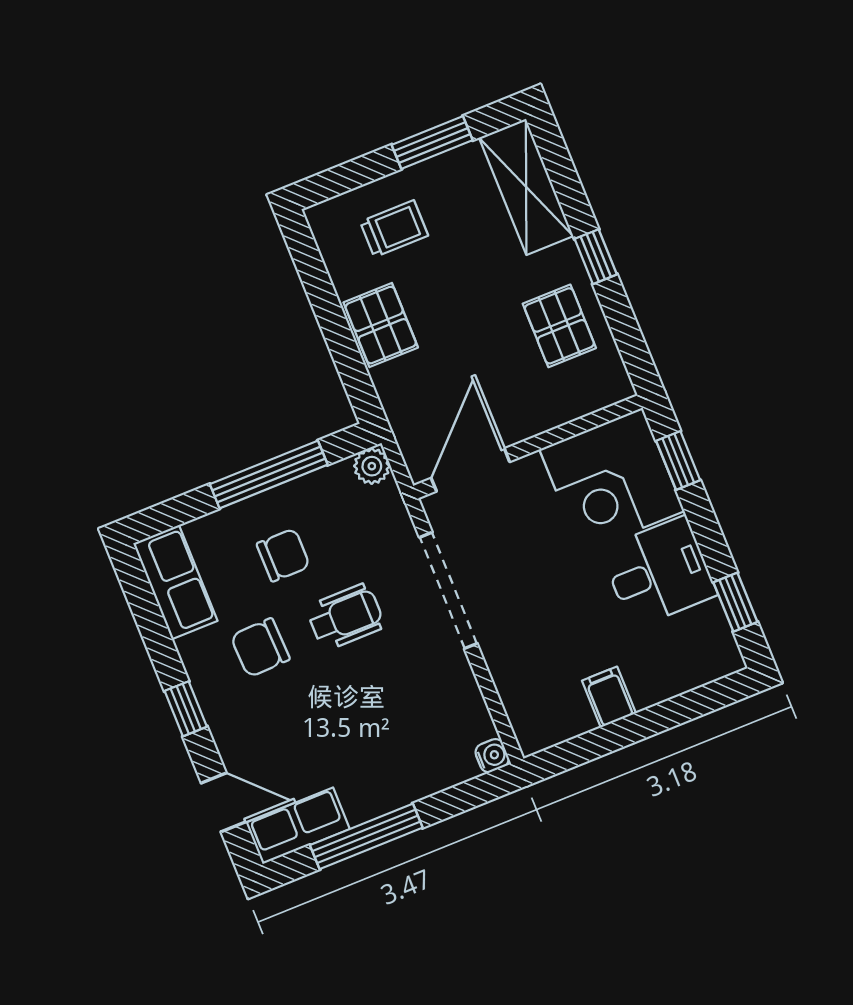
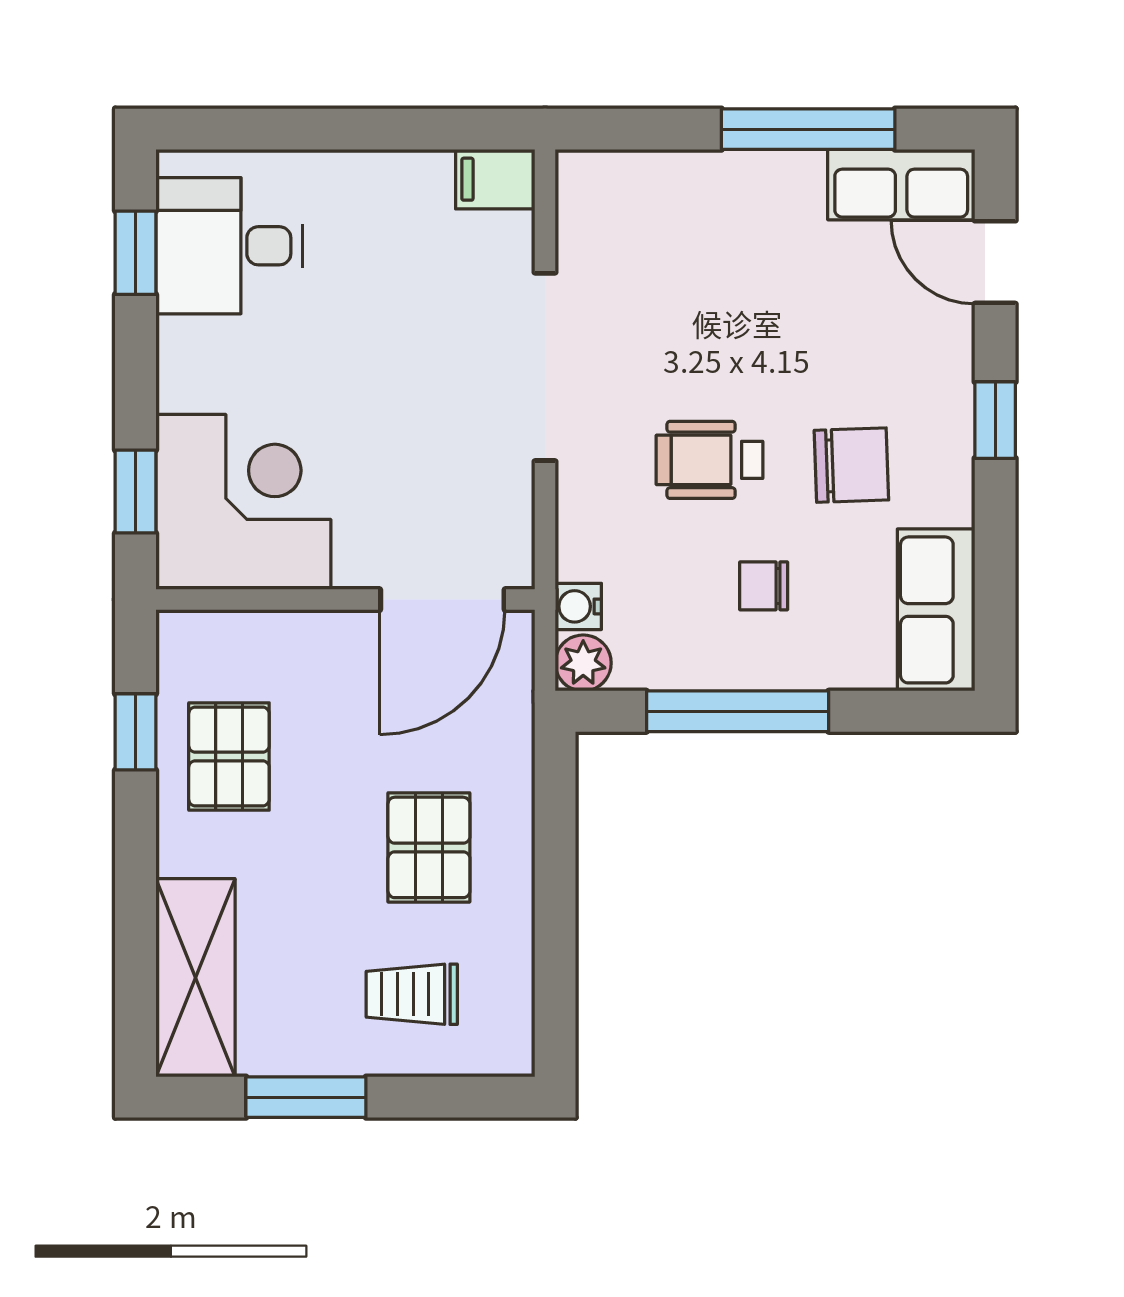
window: (596, 257) -> (136, 732), moved
pallet: (381, 325) -> (429, 847), moved
chair: (283, 555) -> (764, 586), width x0.73, depth x0.73
desk: (659, 572) -> (229, 246), moved
doorway: (448, 590) -> (545, 367), moved
filing cabinet: (609, 697) -> (495, 179), moved, turned 90
water cooler: (492, 756) -> (578, 606), moved

